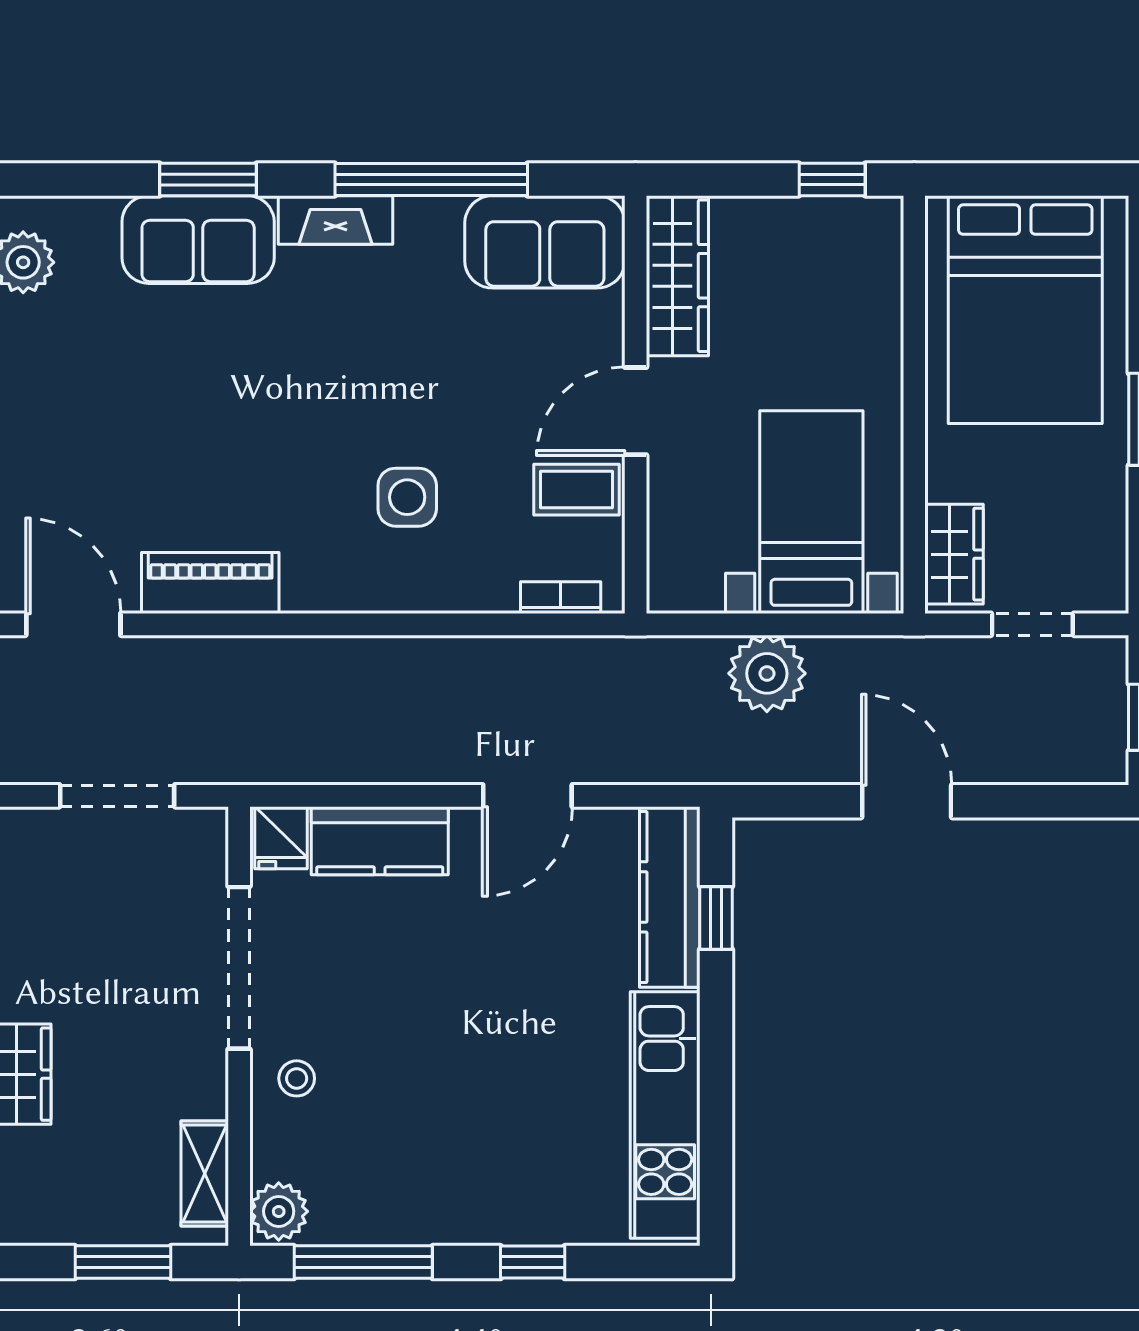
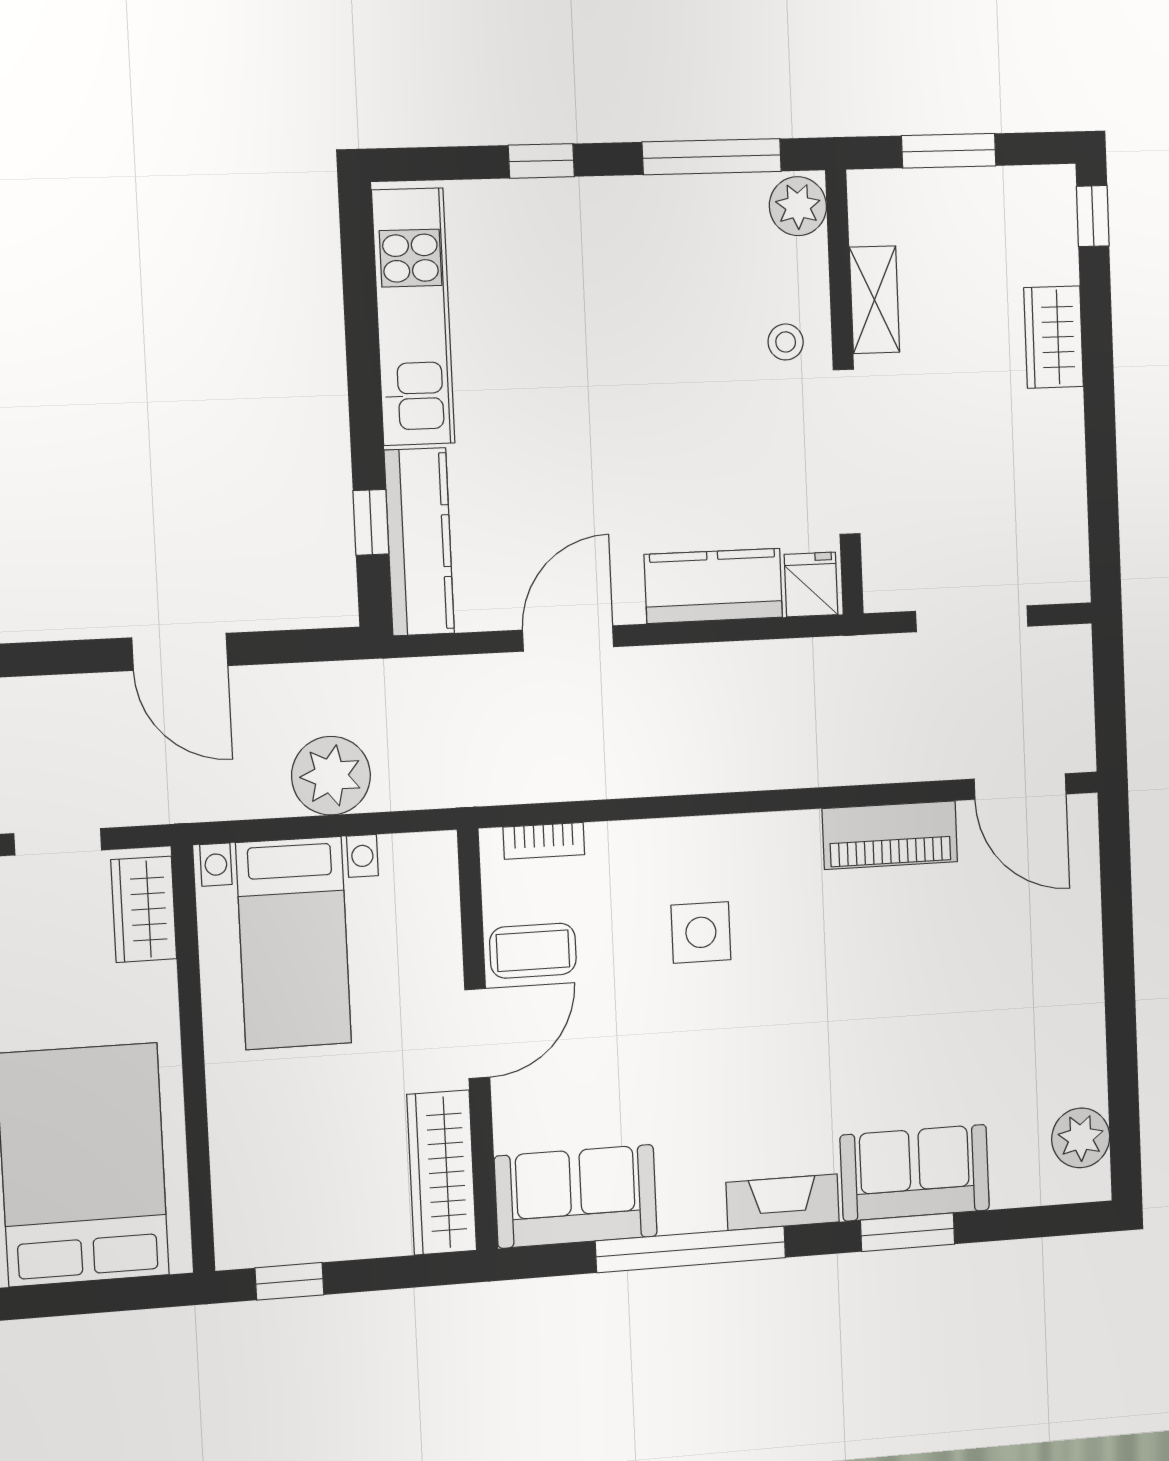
shelving: (205, 1173) -> (874, 300), moved

